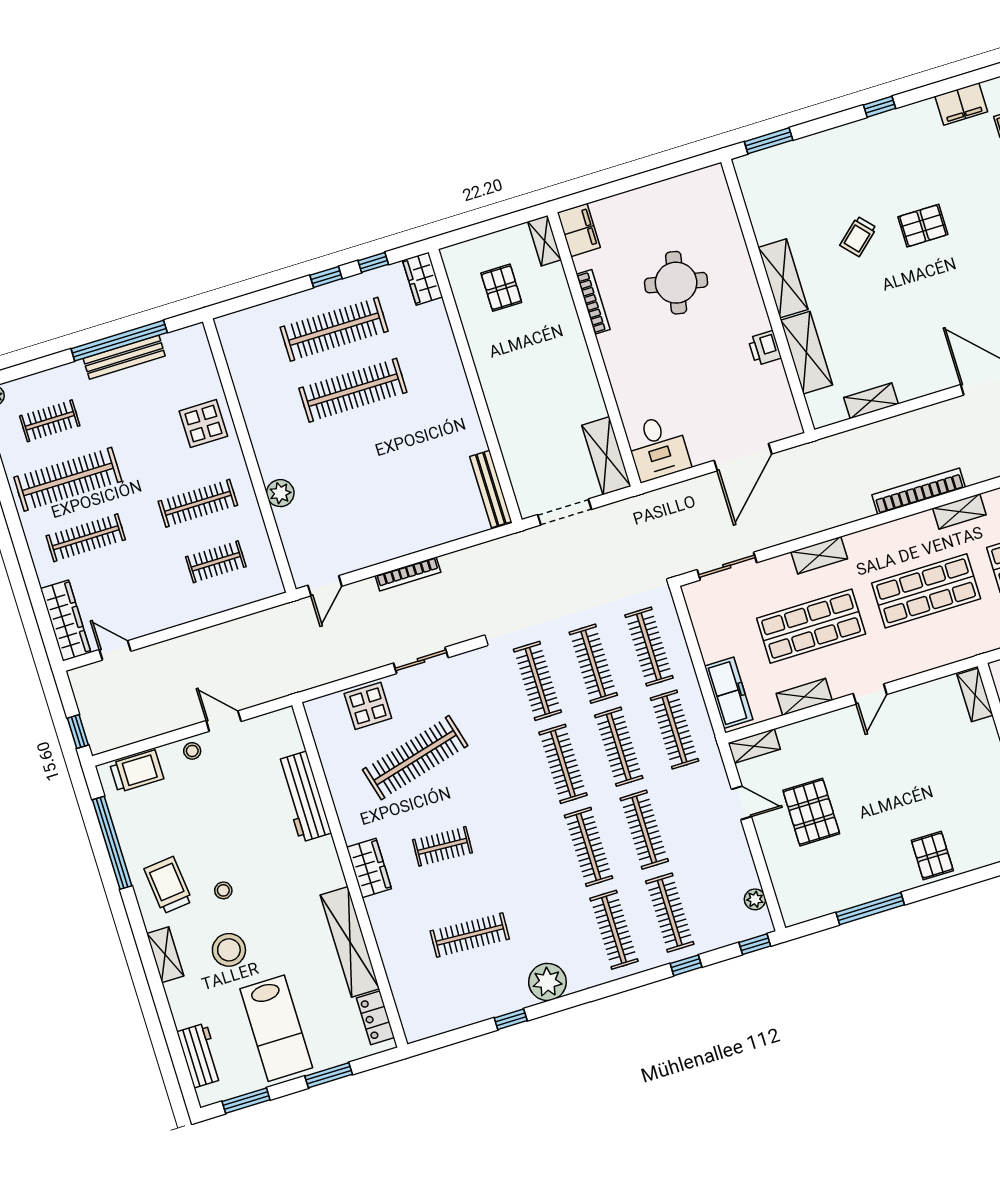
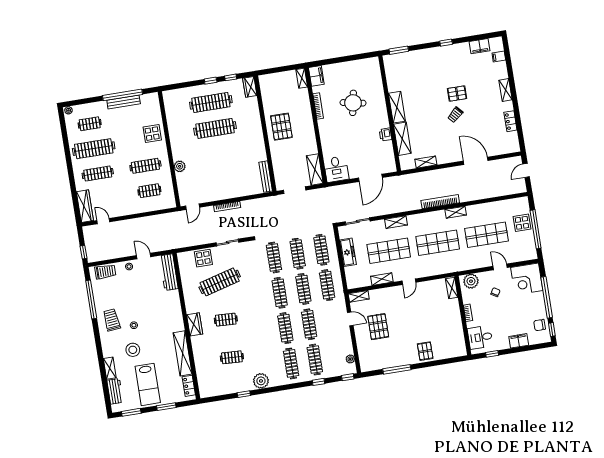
trolley: (858, 236) -> (455, 115), moved
pallet: (501, 288) -> (281, 127), moved, width x1.50, depth x1.42
freezer: (729, 693) -> (348, 252), moved
workbench: (304, 797) -> (169, 272), moved
clothes rail: (470, 935) -> (232, 357), width x0.73
shelving: (165, 955) -> (110, 368), moved

